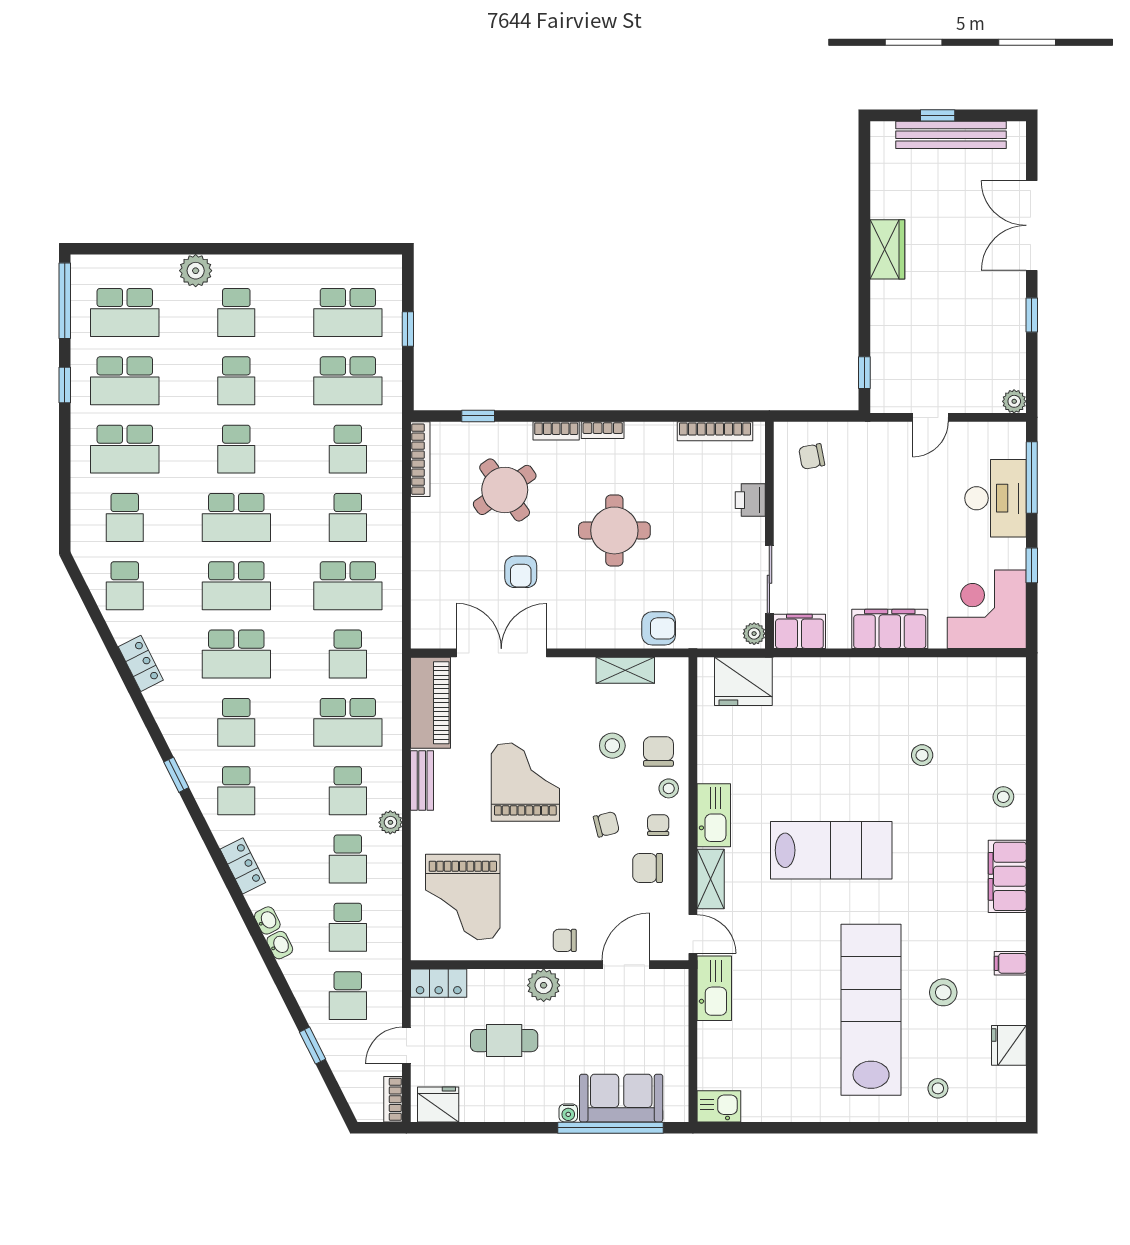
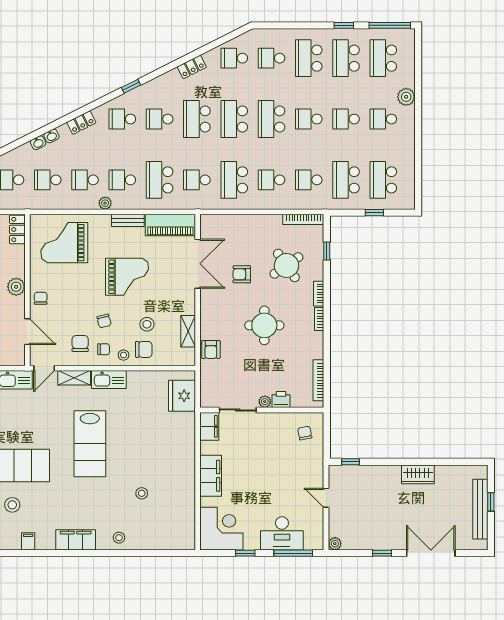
plant: (754, 634) -> (265, 402), moved

